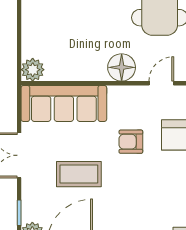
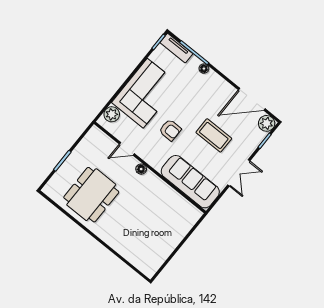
floor lamp: (122, 67) -> (141, 169), width x0.53, depth x0.53
plant: (33, 70) -> (192, 215), removed

